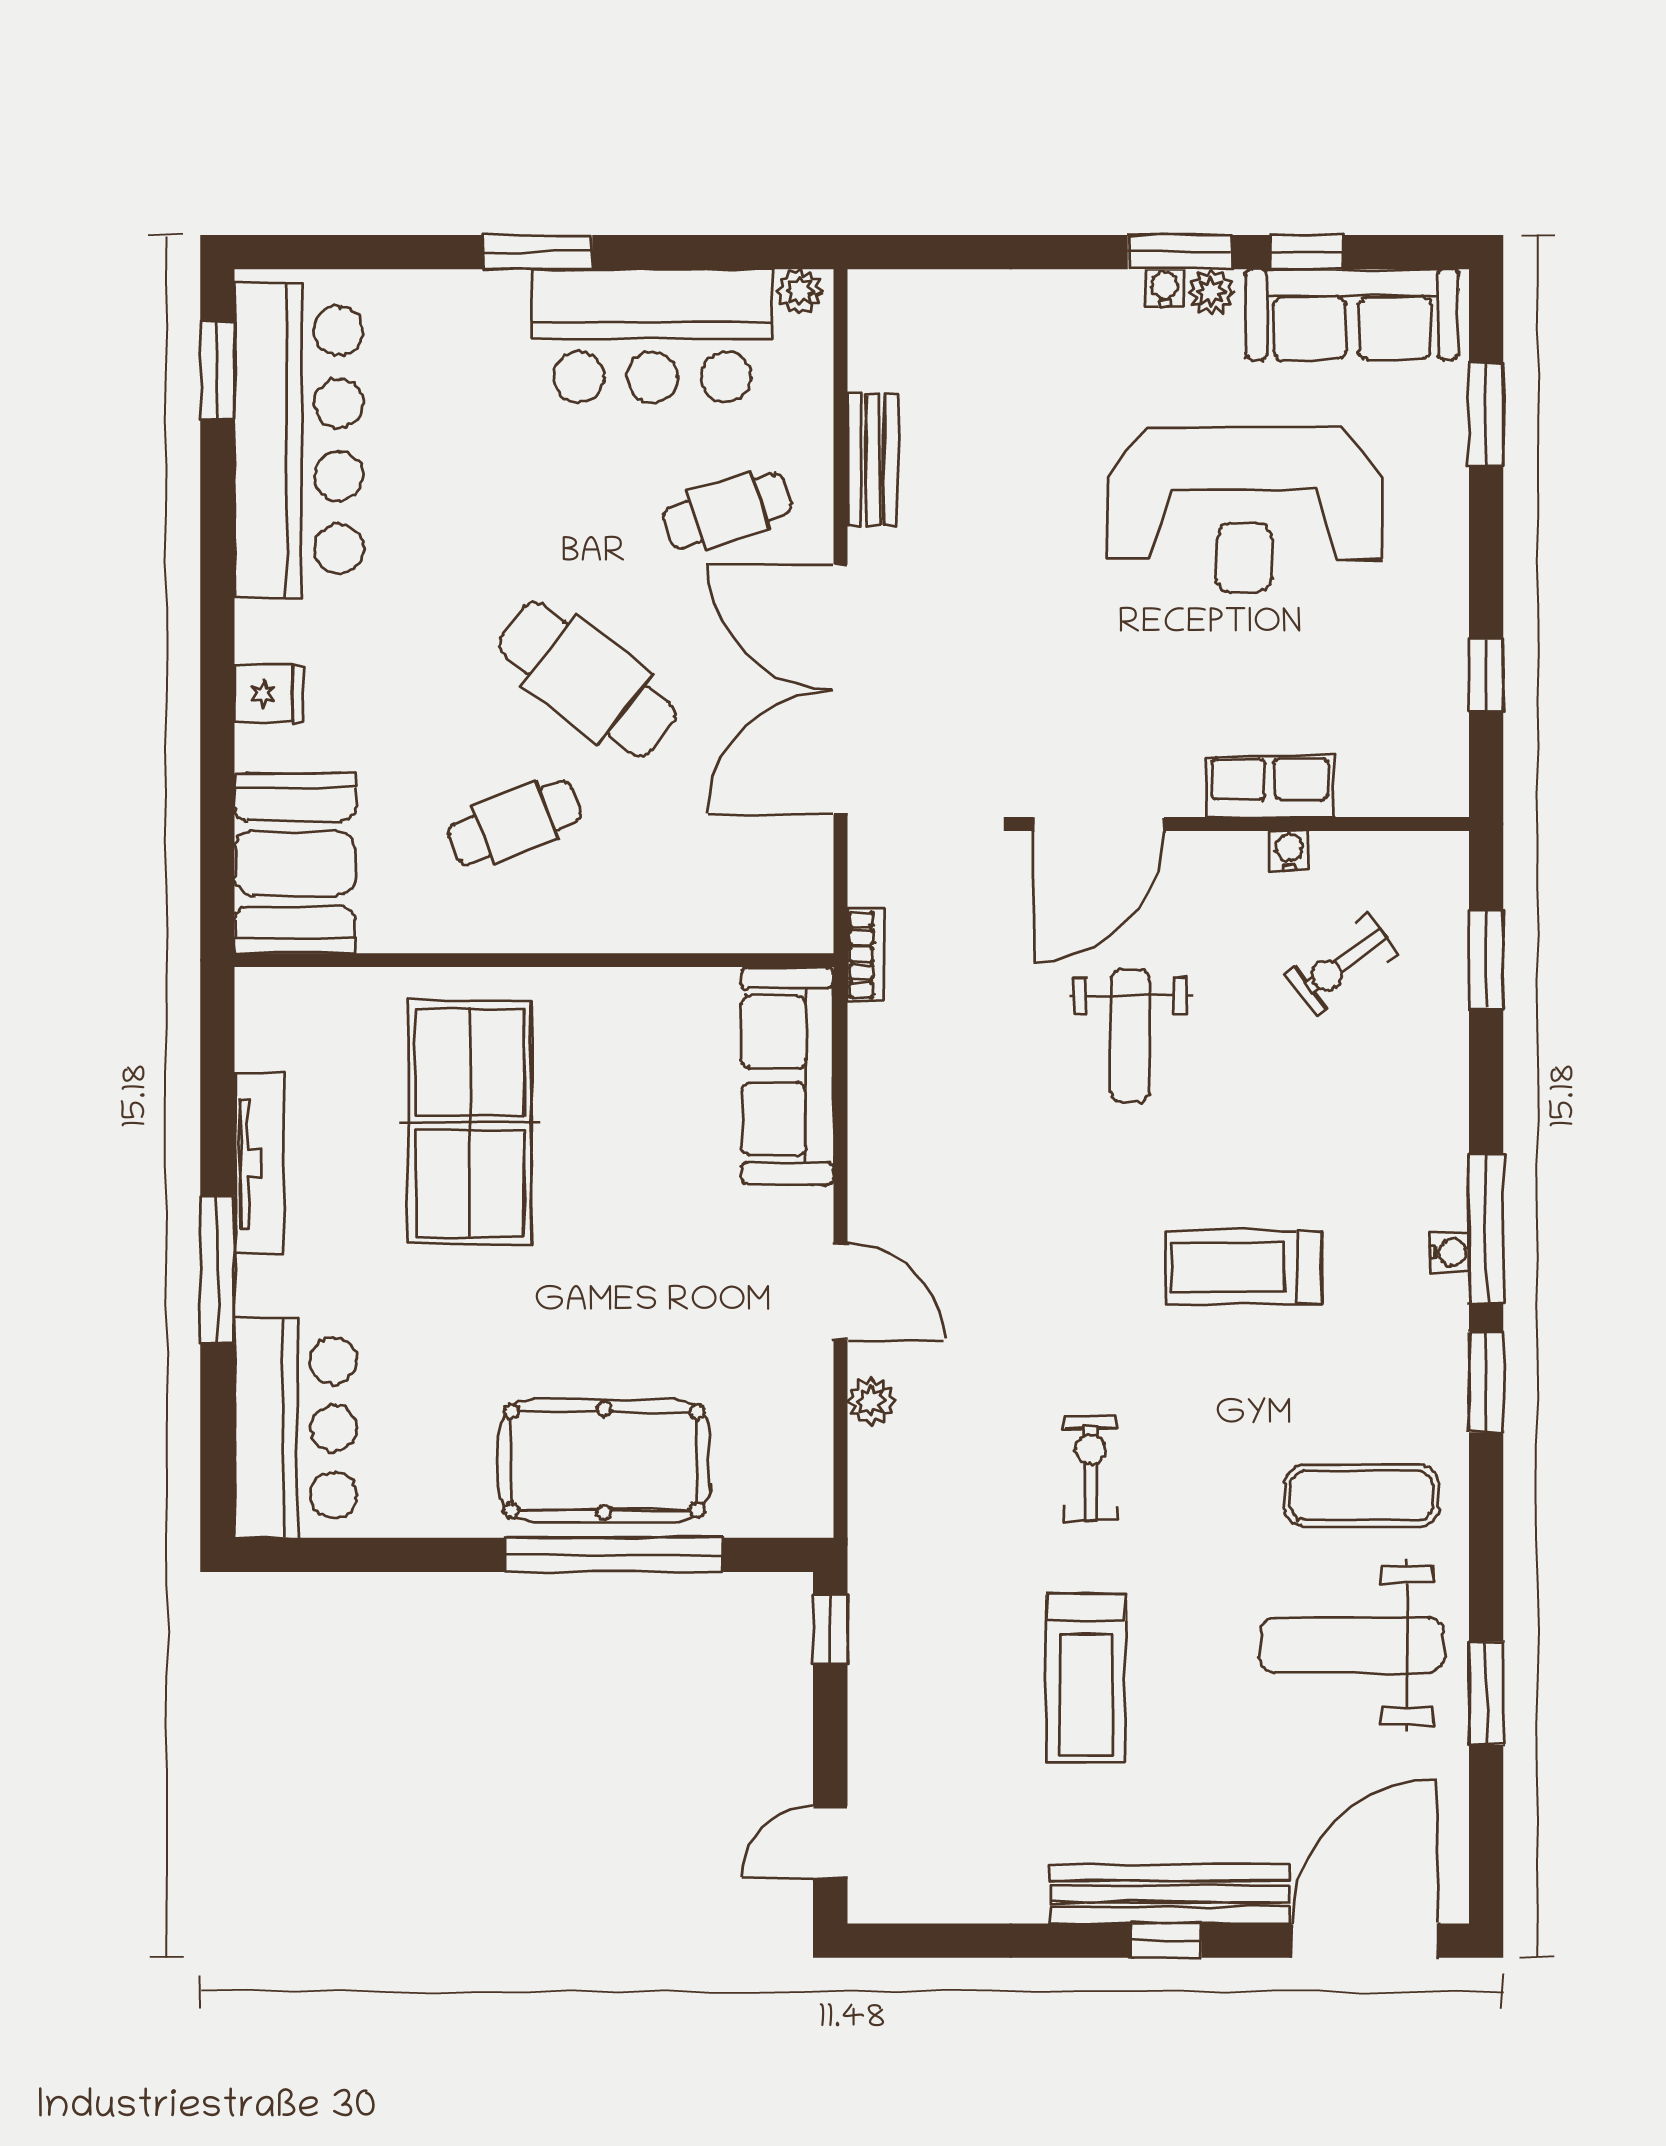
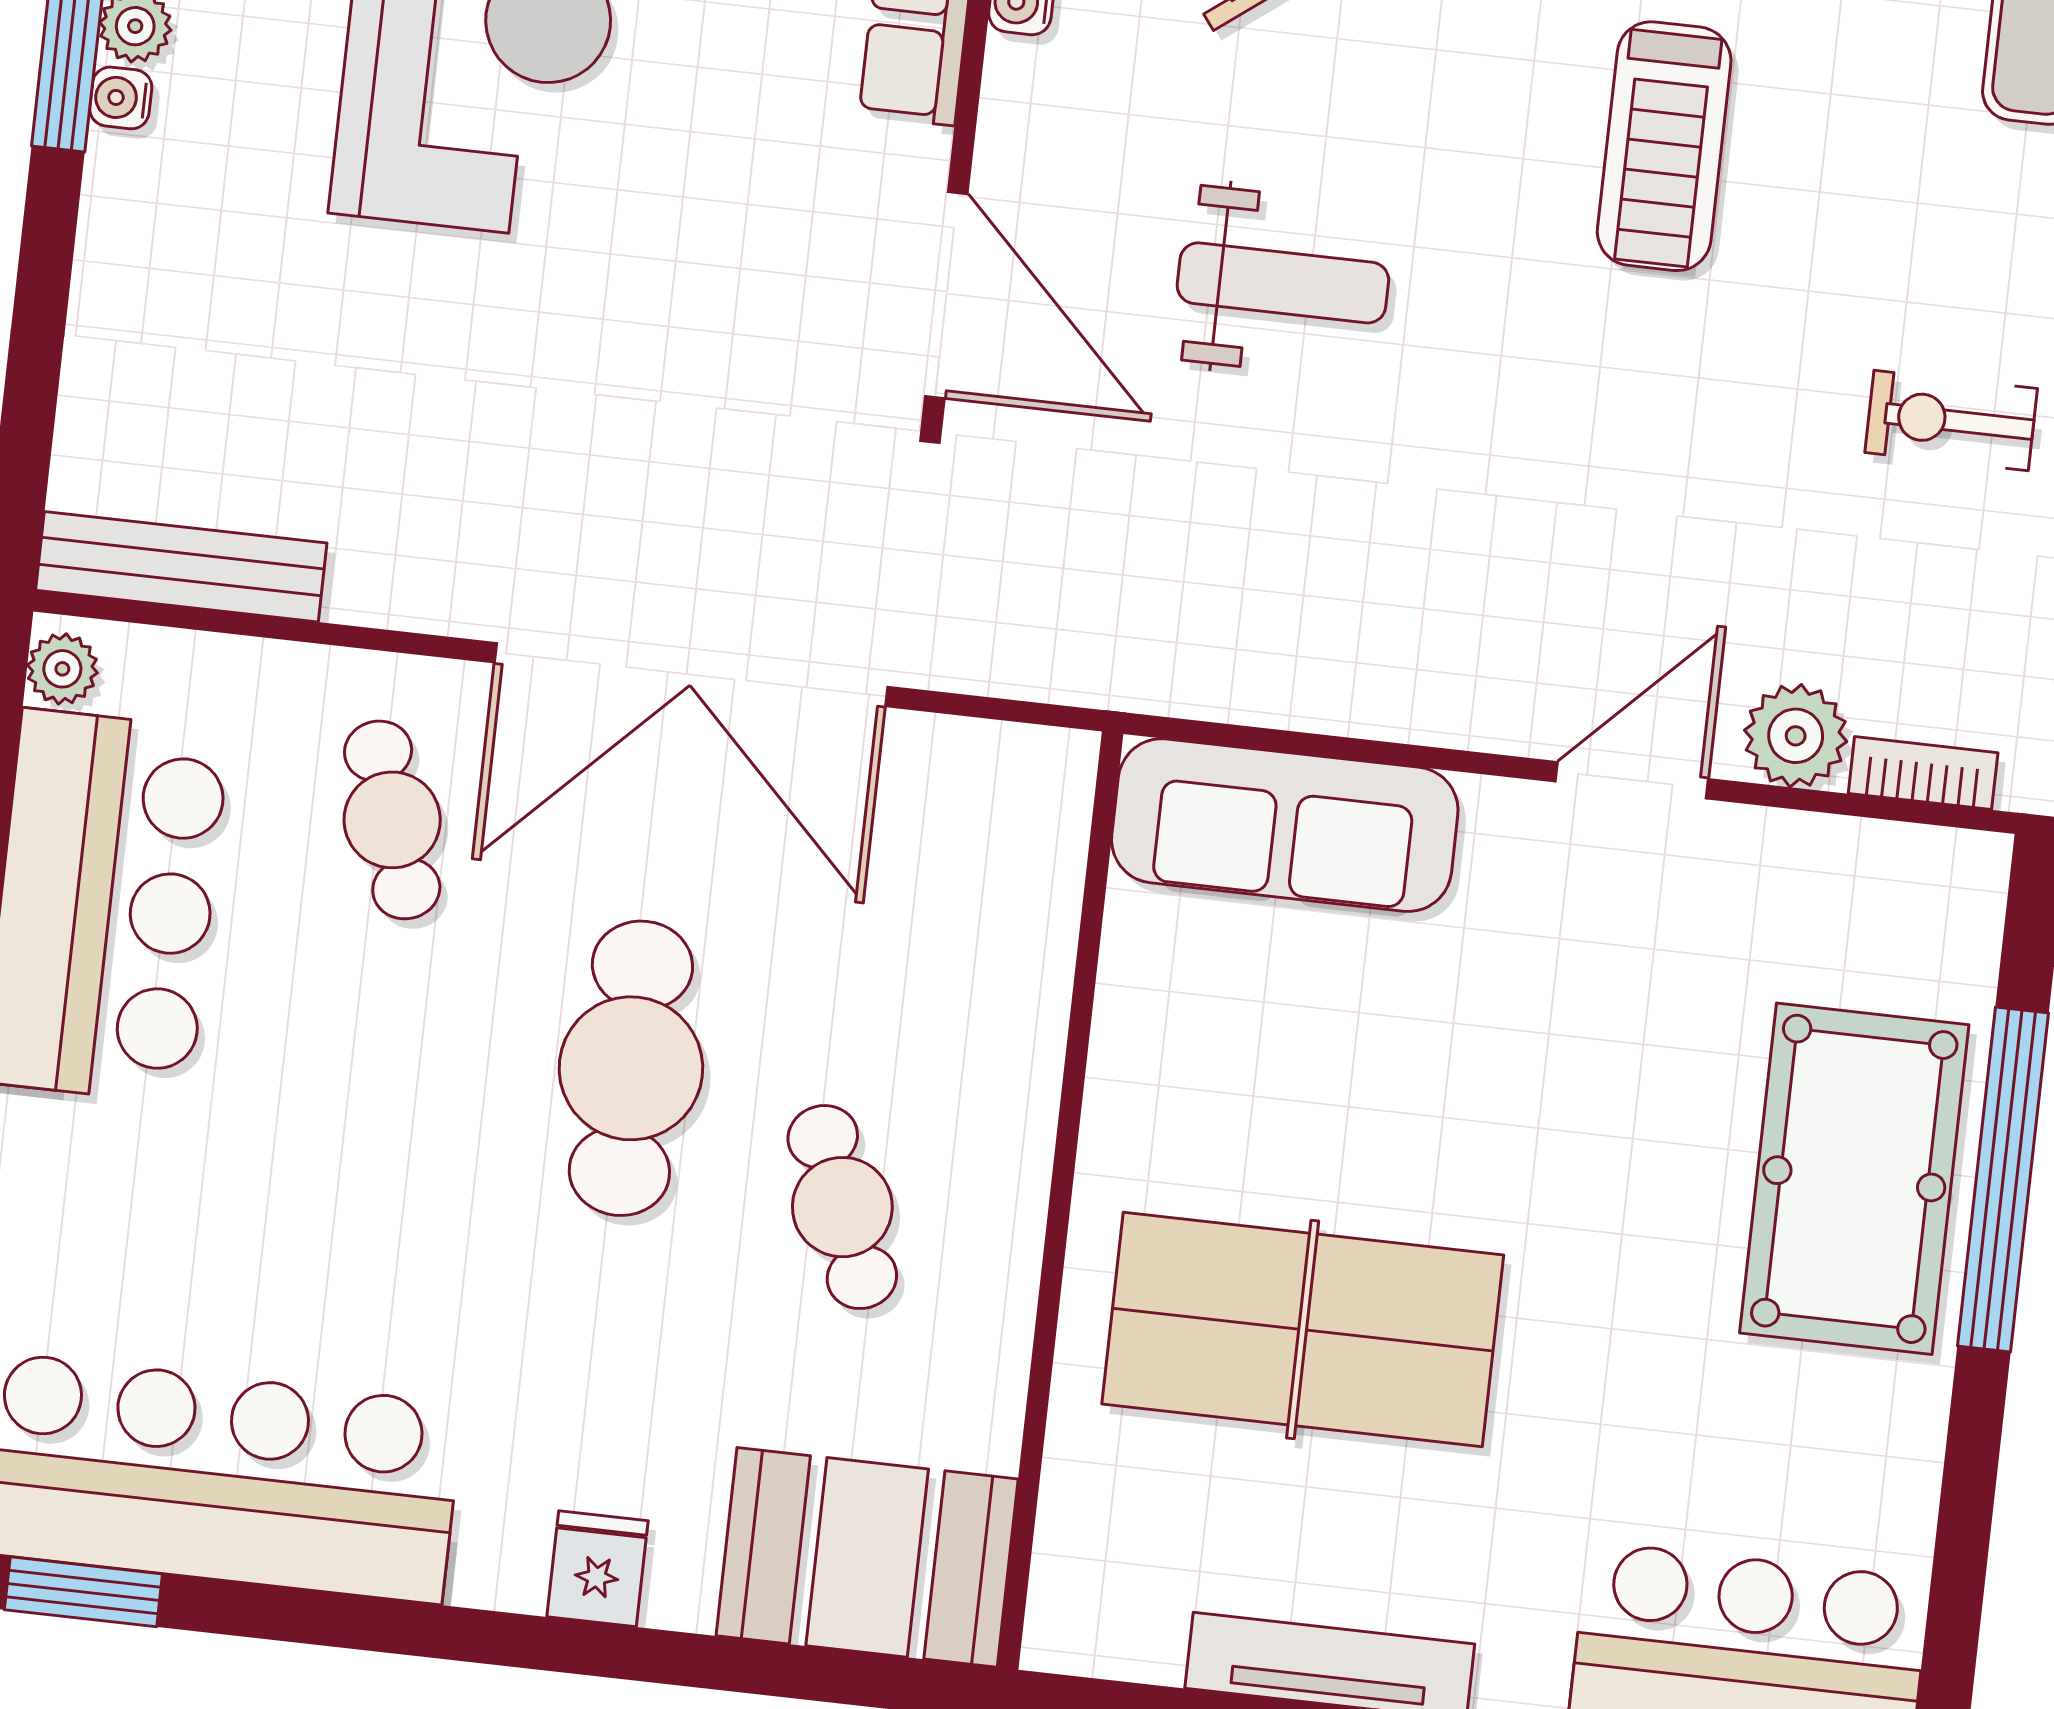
bench: (873, 460) -> (181, 567), moved, width x1.36
cafe table: (587, 679) -> (631, 1068), turned -38
bookcase: (866, 955) -> (1923, 773), moved
plant: (871, 1401) -> (1796, 736), width x1.38, depth x1.38

